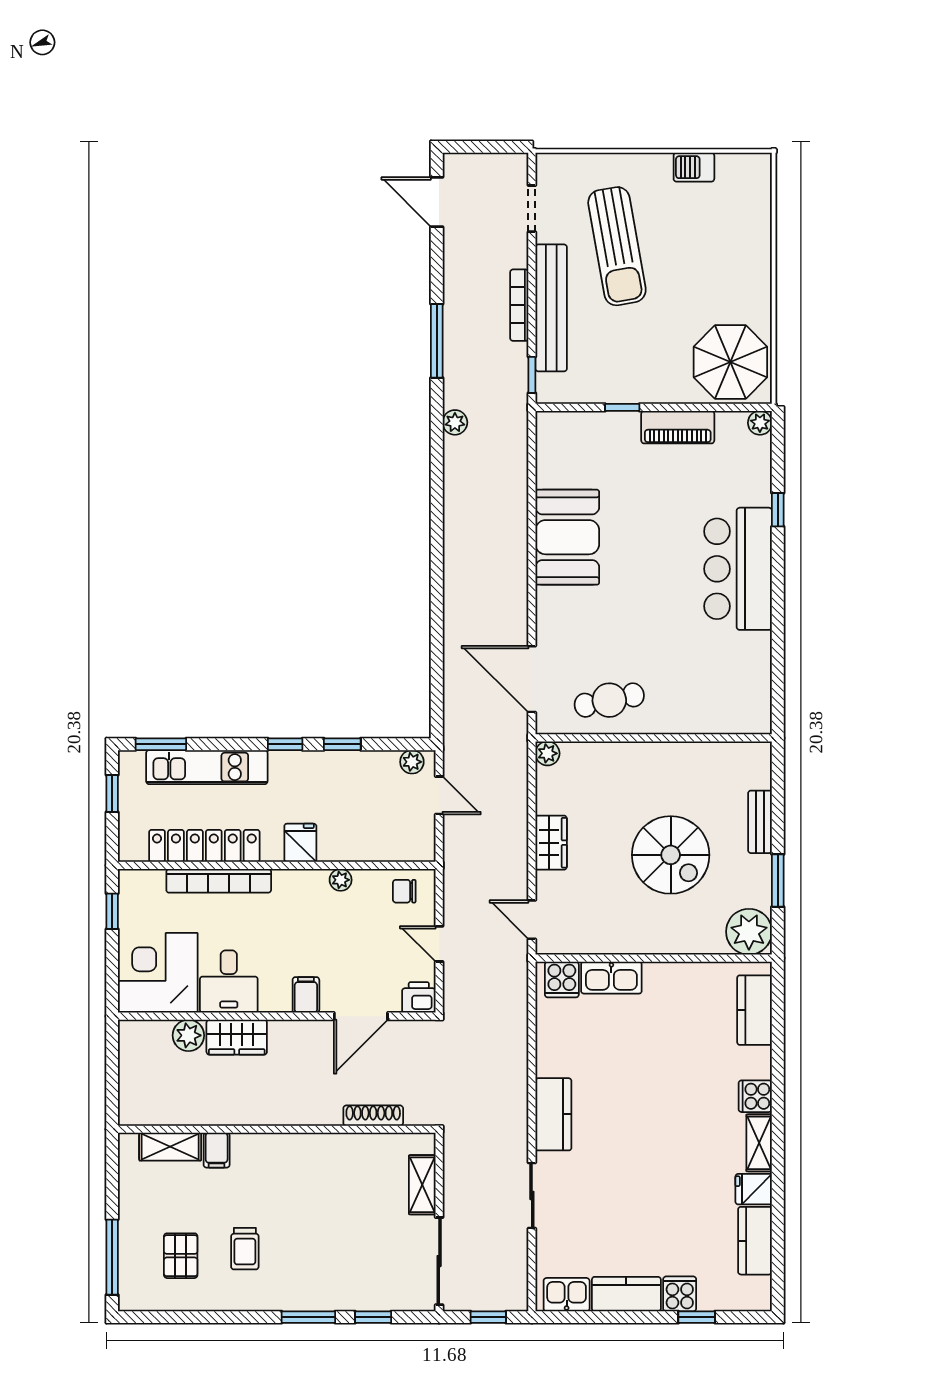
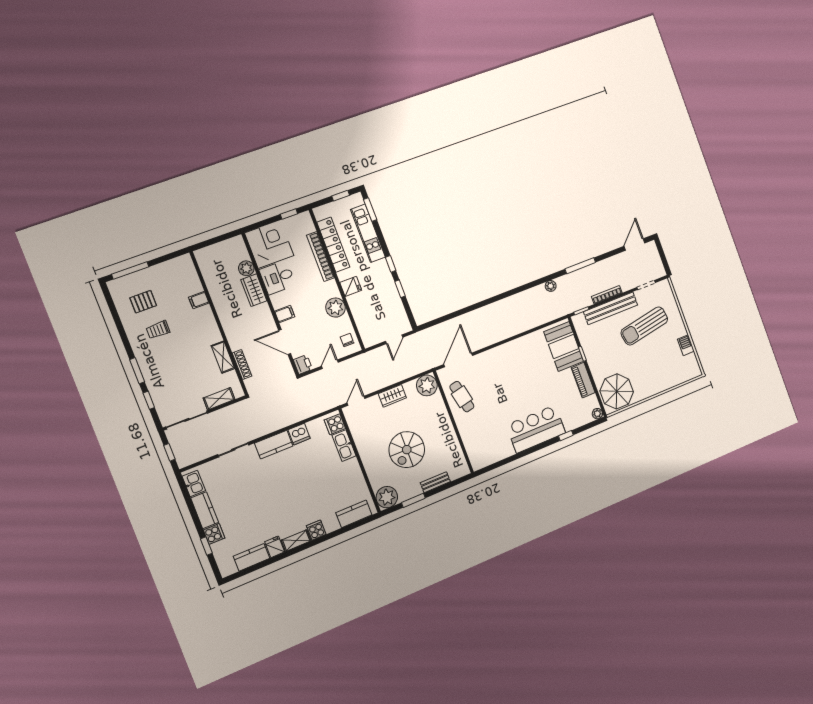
booth: (567, 537) -> (564, 347), moved, turned 90
plant: (547, 753) -> (427, 385), width x1.87, depth x1.87
plant: (412, 762) -> (404, 322), removed
plant: (341, 880) -> (336, 308), width x1.87, depth x1.87
dishwasher: (553, 1057) -> (299, 434), added
shelving: (170, 1147) -> (223, 357), moved

